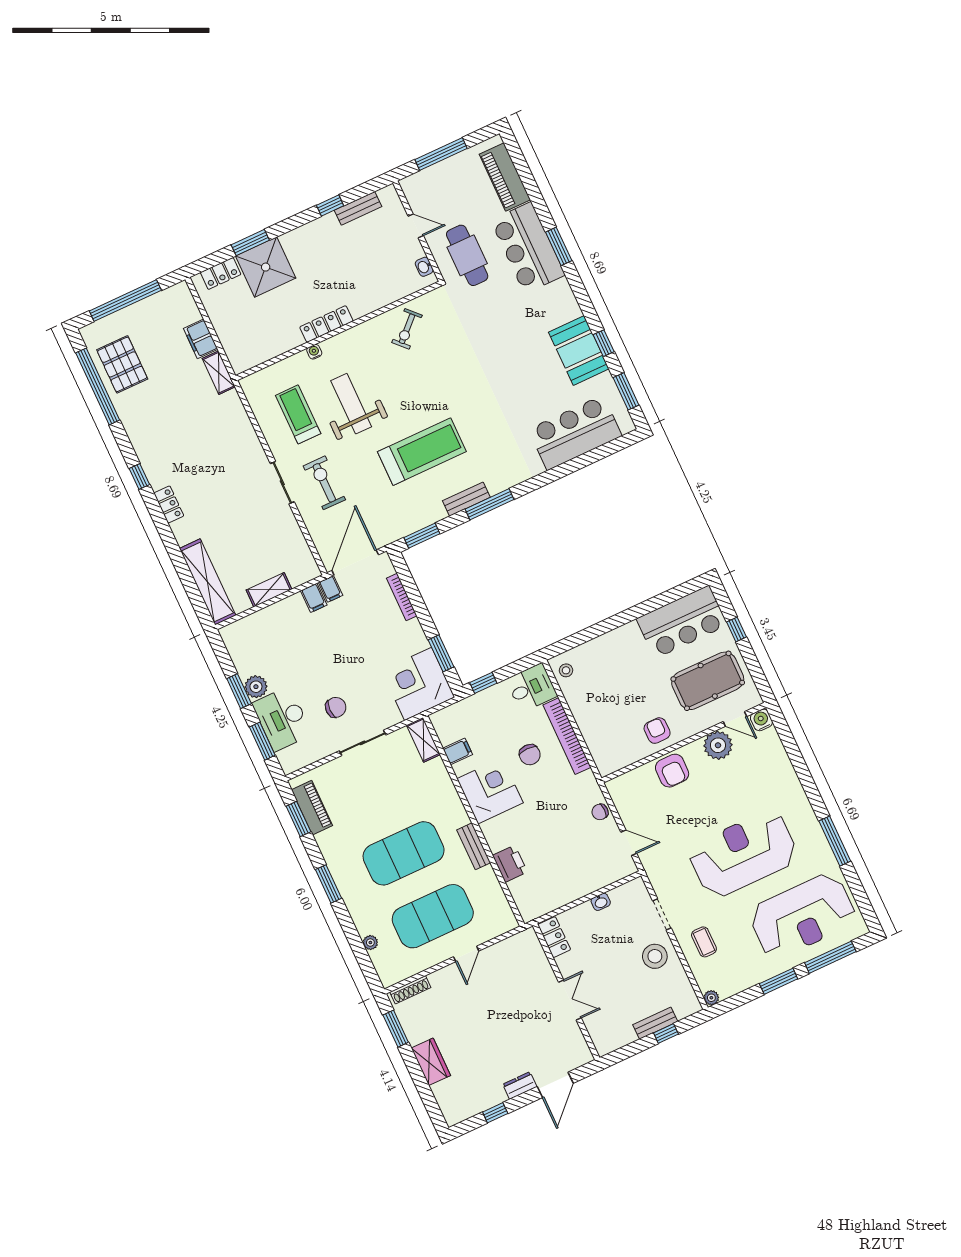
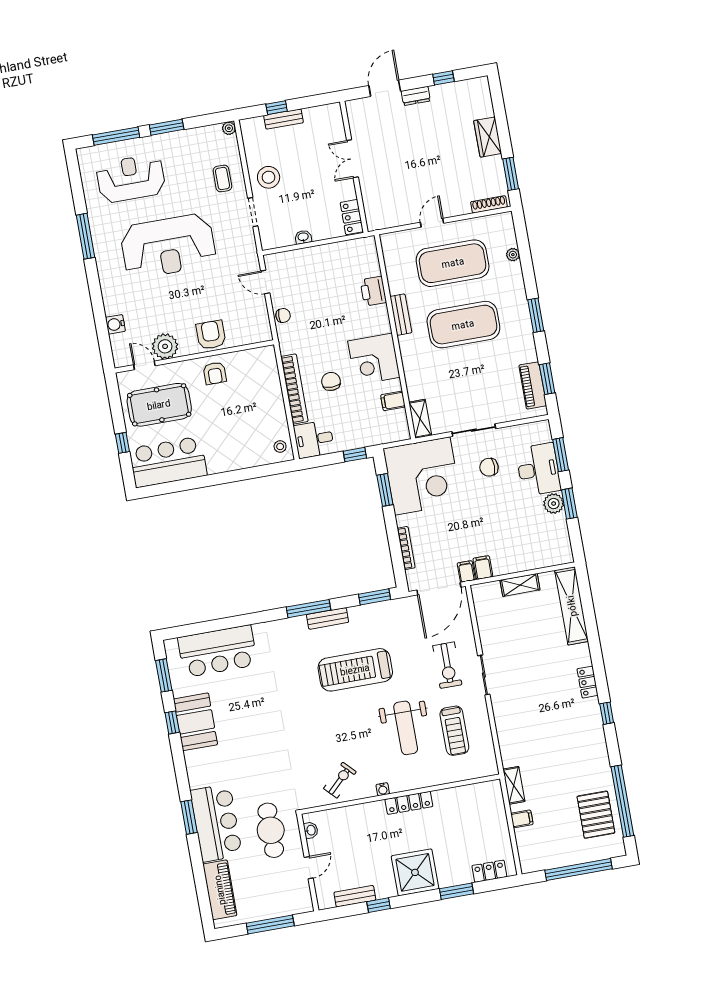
door: (416, 226) -> (309, 868), swing flipped
shower: (266, 267) -> (415, 872), moved
filing cabinet: (201, 339) -> (522, 819), width x0.50
water cooler: (314, 352) -> (383, 789), moved
corner desk: (418, 684) -> (422, 476), width x1.36, depth x1.36
water cooler: (761, 720) -> (115, 324), moved, turned 90
reception desk: (802, 916) -> (131, 178), width x0.74, depth x0.77

